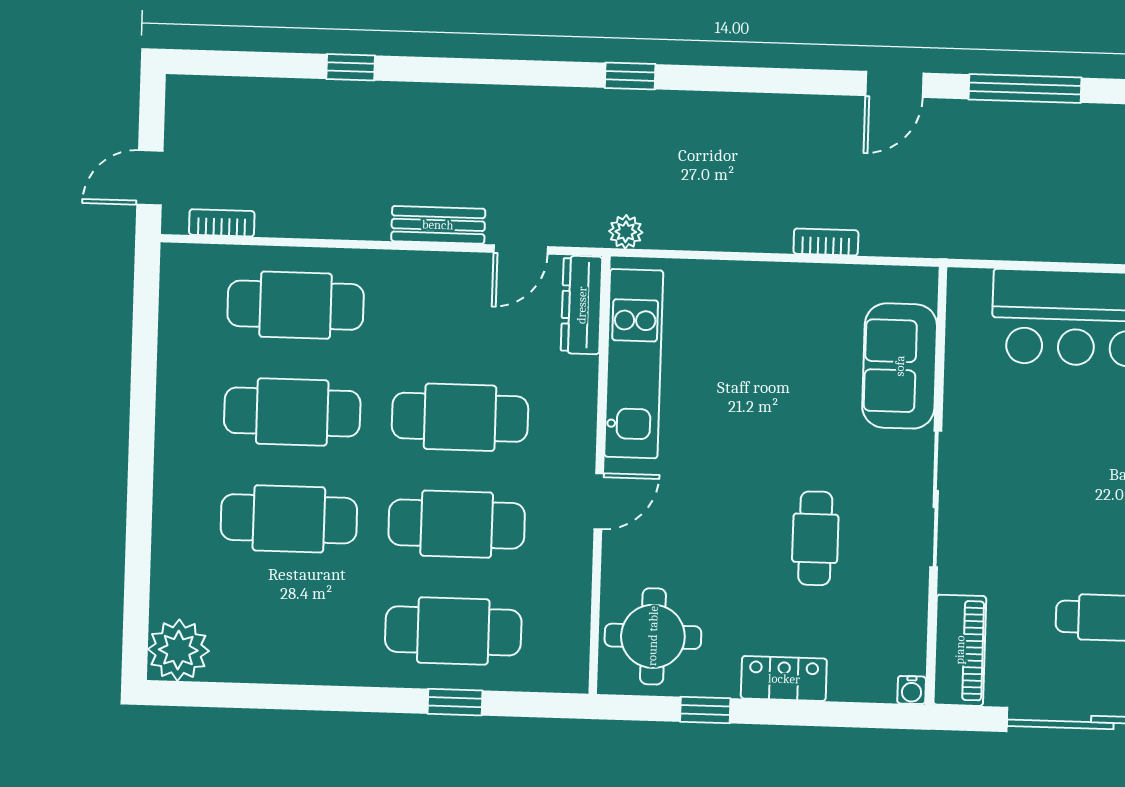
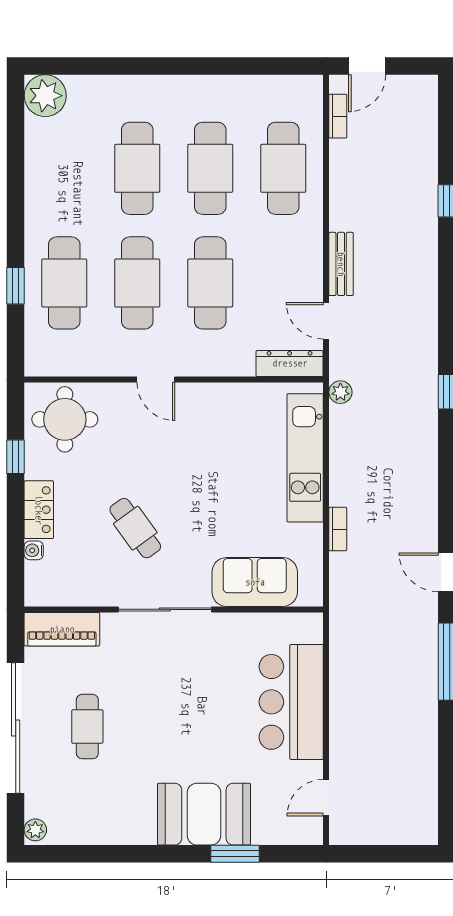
door: (150, 178) -> (367, 66), swing flipped
kitchen unit: (634, 364) -> (305, 458), moved, turned 90
cafe table: (815, 538) -> (135, 528), turned 54
water cooler: (912, 690) -> (34, 550), moved

